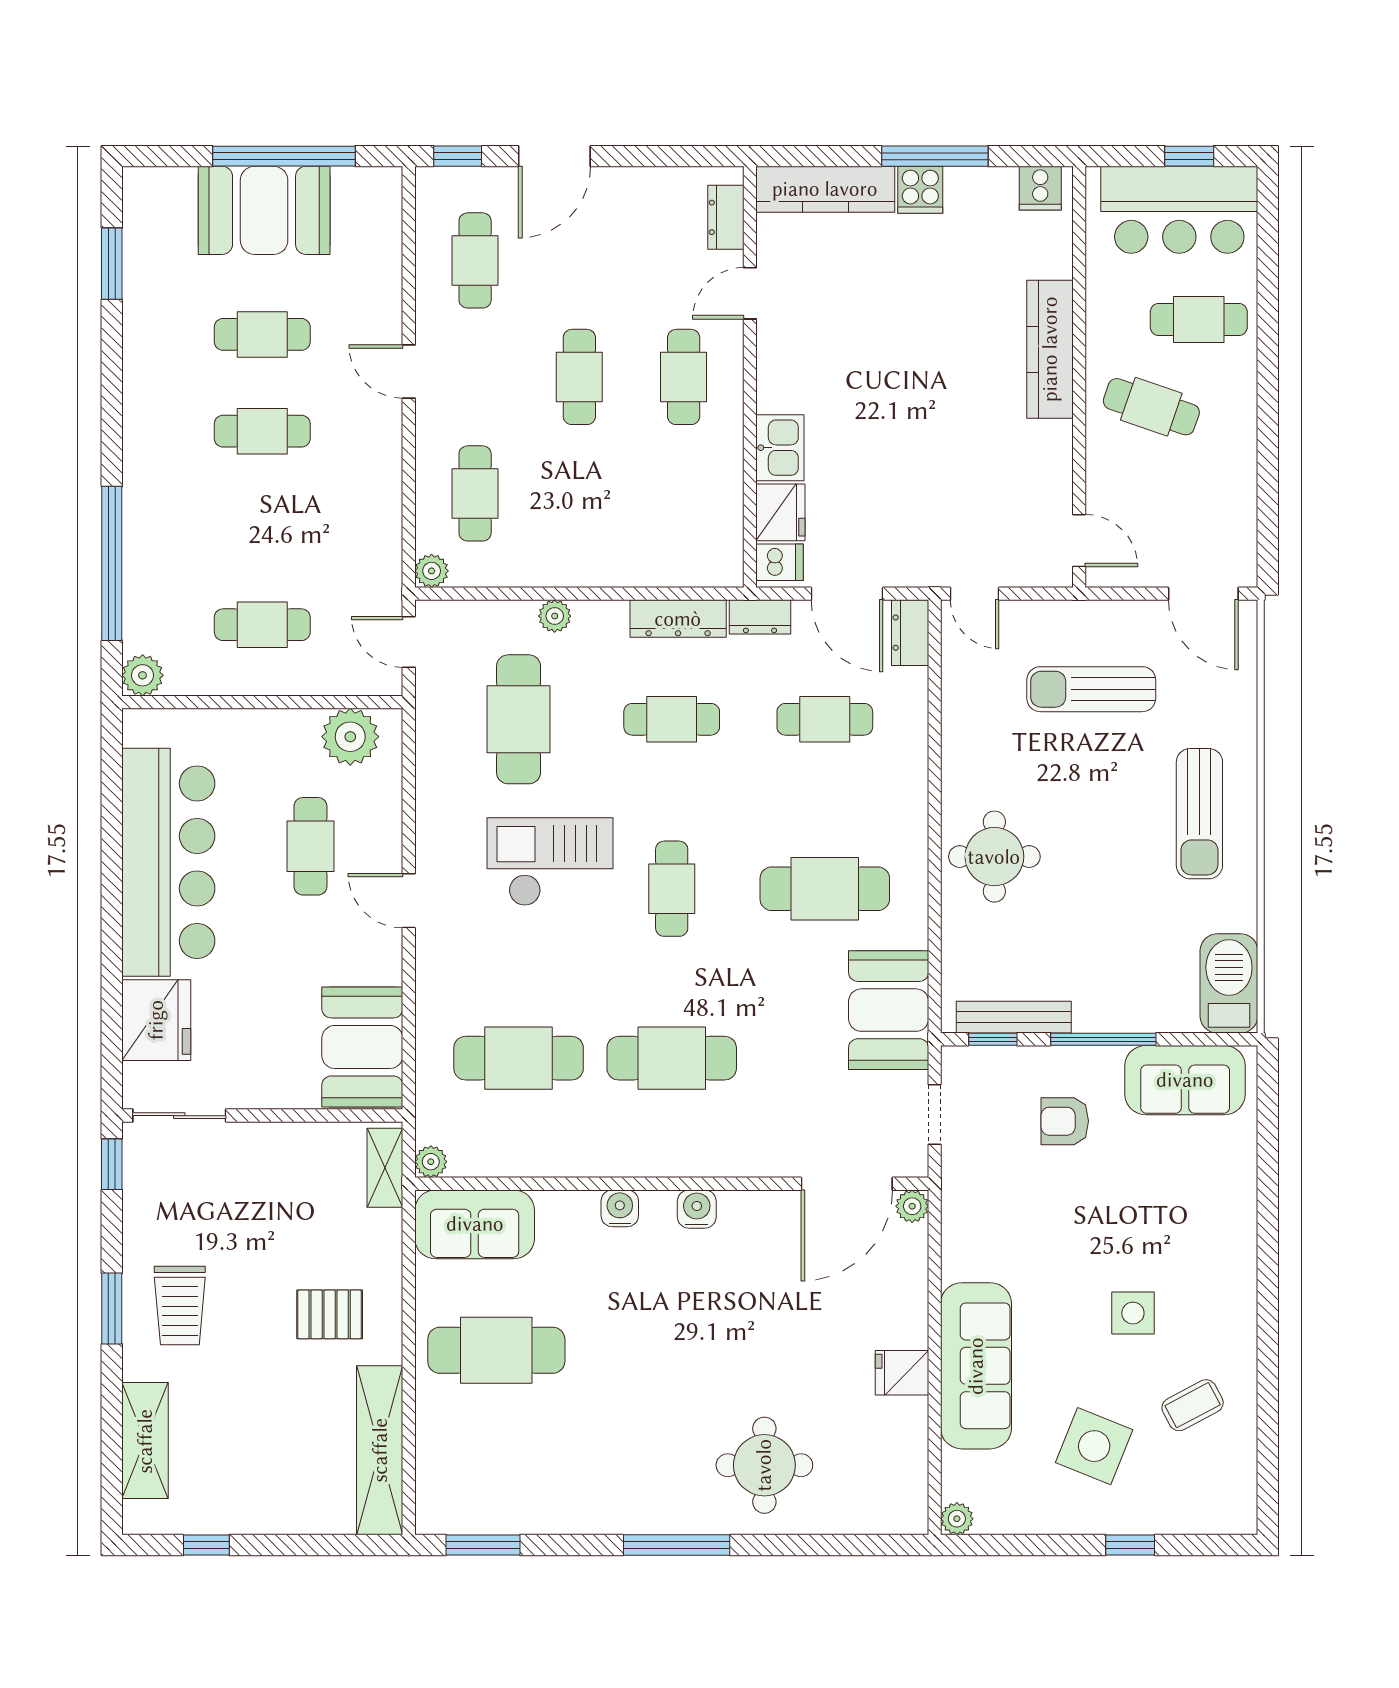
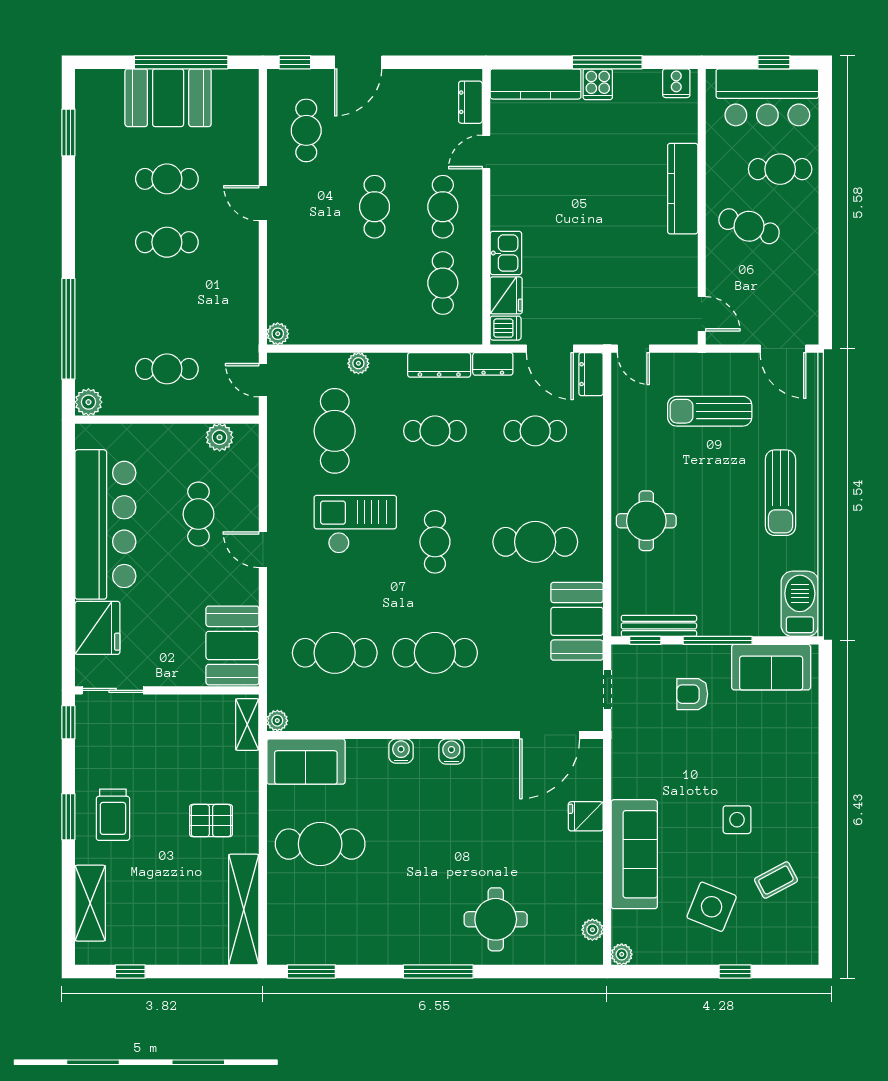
cafe table: (475, 493) -> (443, 283), moved
plant: (350, 737) -> (220, 437), width x0.73, depth x0.73
plant: (912, 1206) -> (592, 930), moved
fridge: (902, 1373) -> (586, 816), moved

